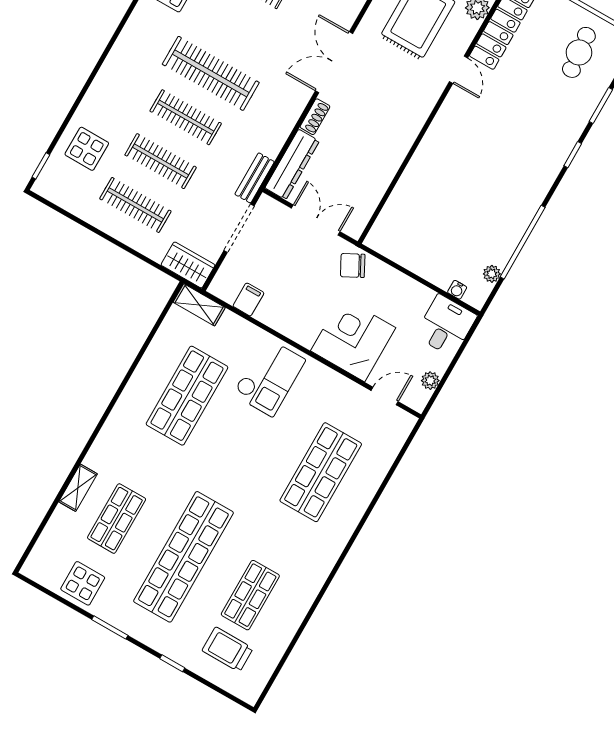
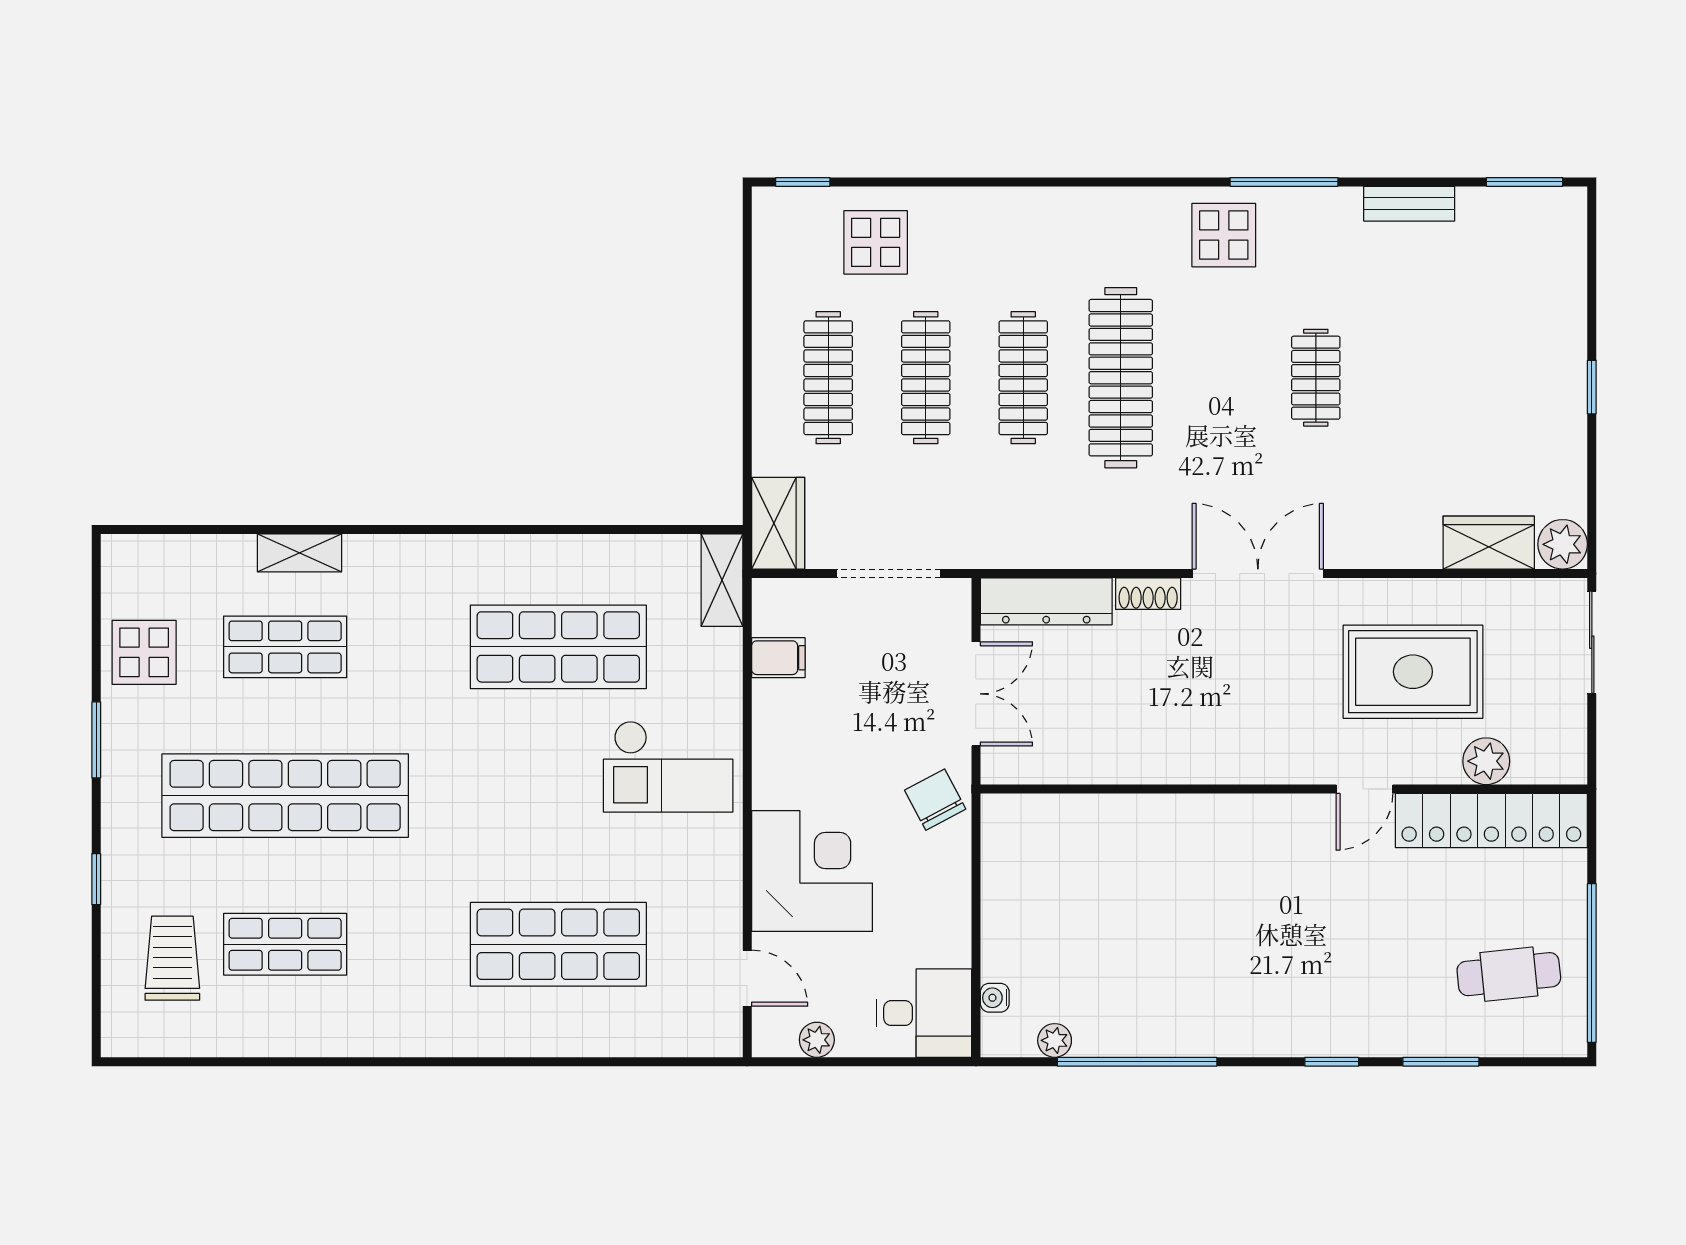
bench: (255, 178) -> (988, 551), removed

